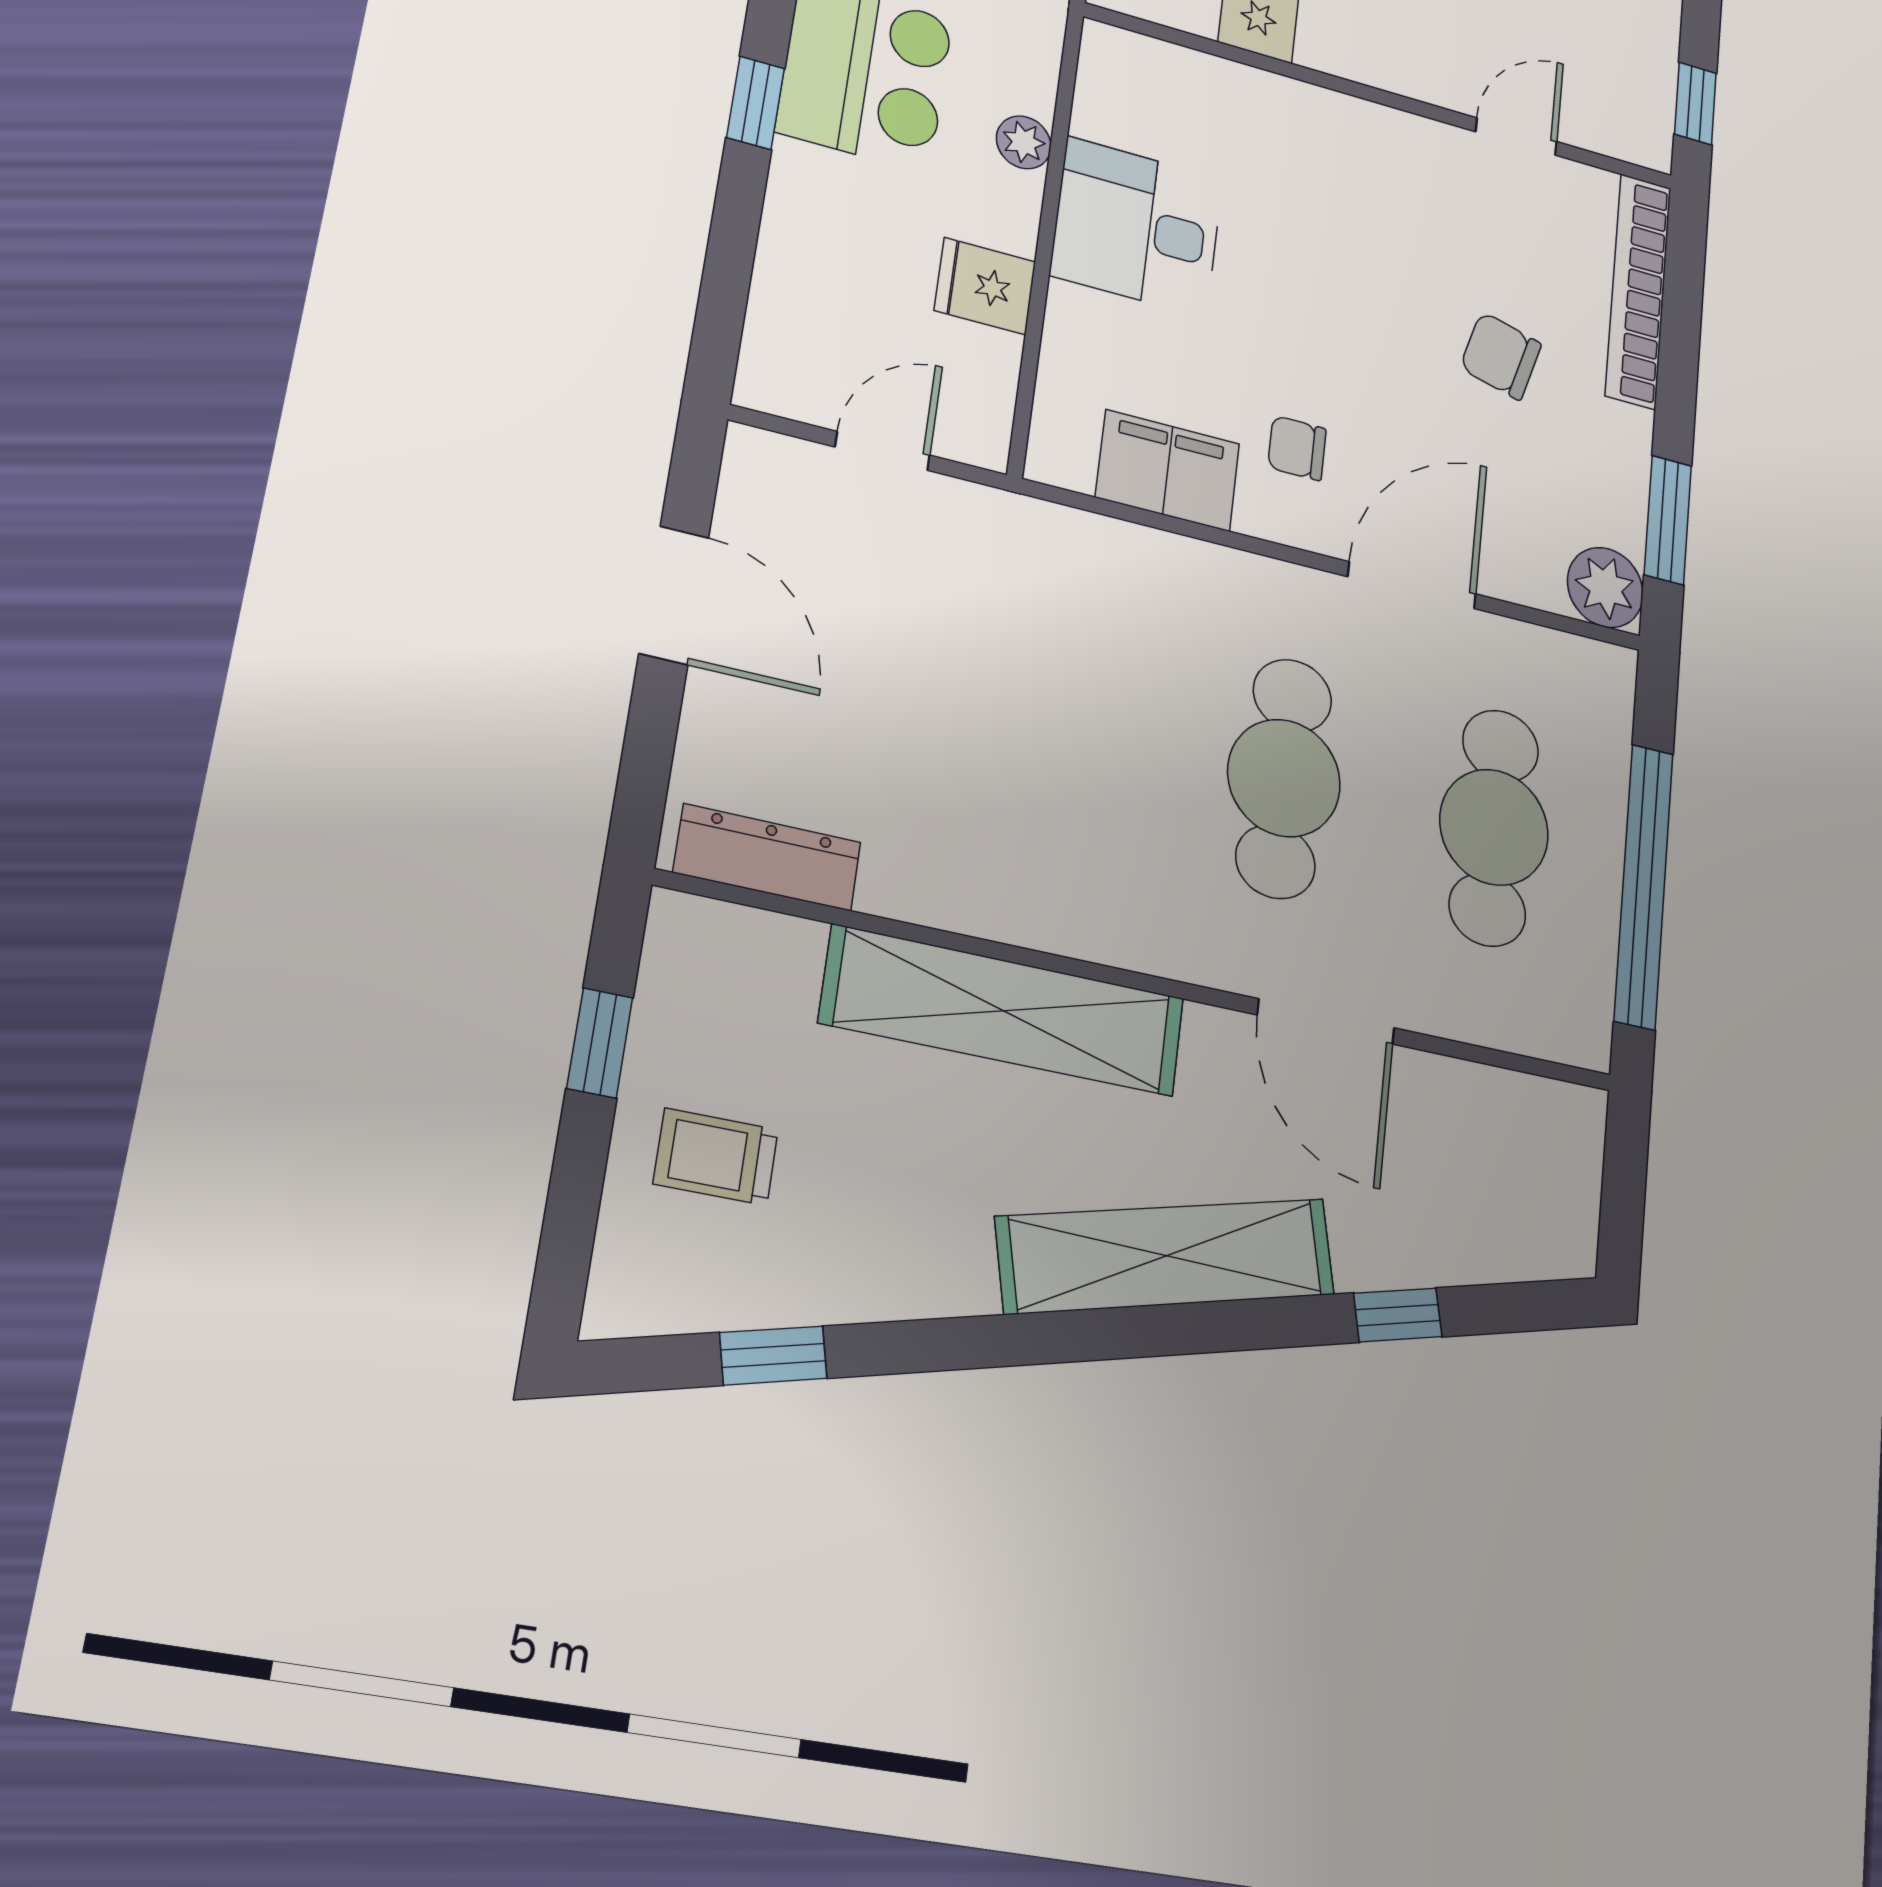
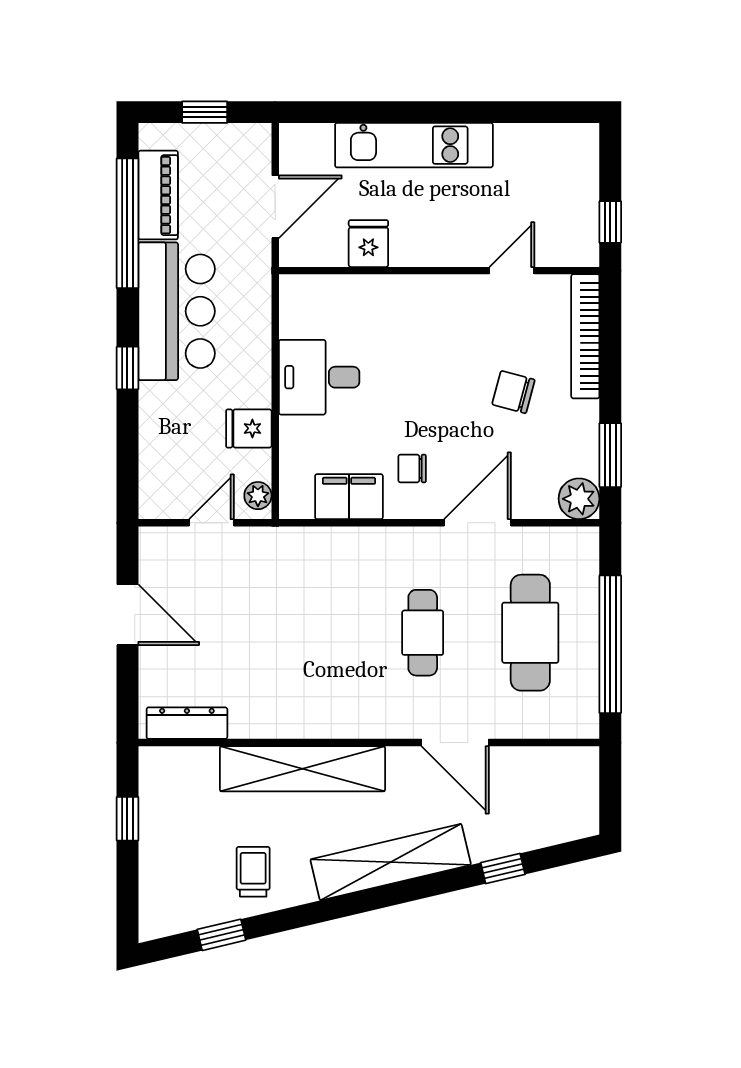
plant: (1024, 142) -> (258, 496), moved
cafe table: (1284, 778) -> (423, 633), width x0.73, depth x0.74
trolley: (716, 1157) -> (253, 872), moved, turned 90

